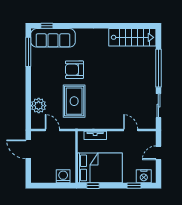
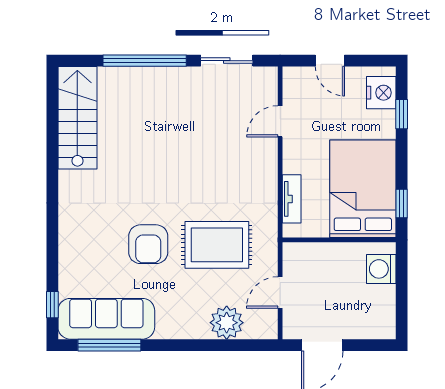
sofa: (53, 38) -> (106, 319), moved, turned -90

